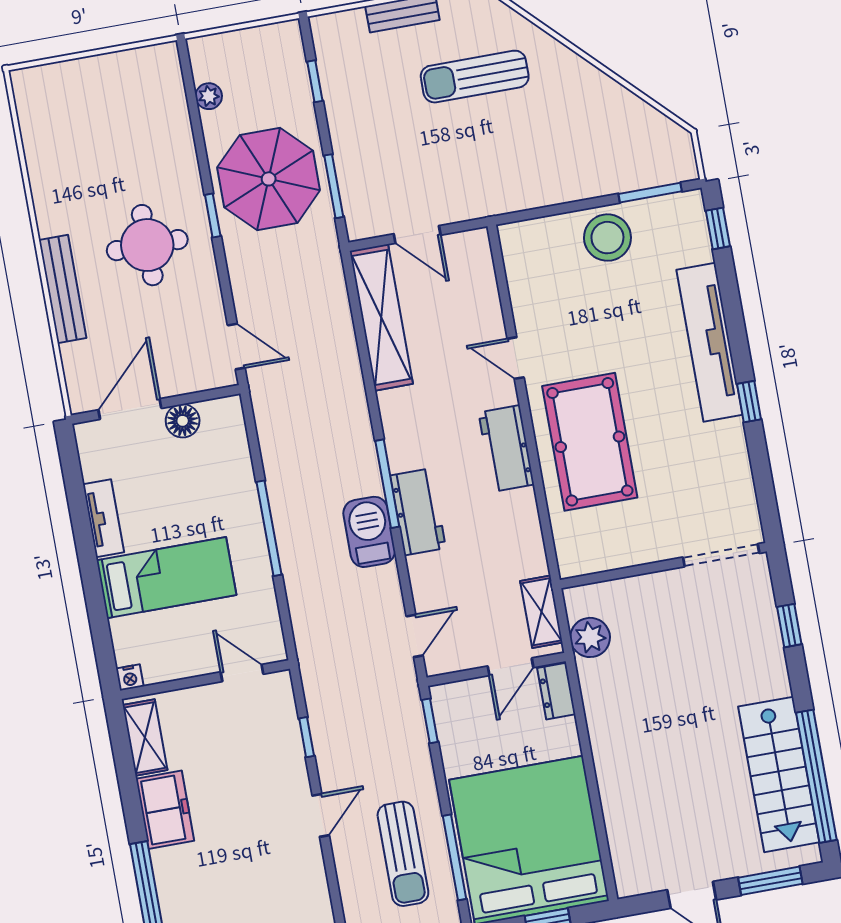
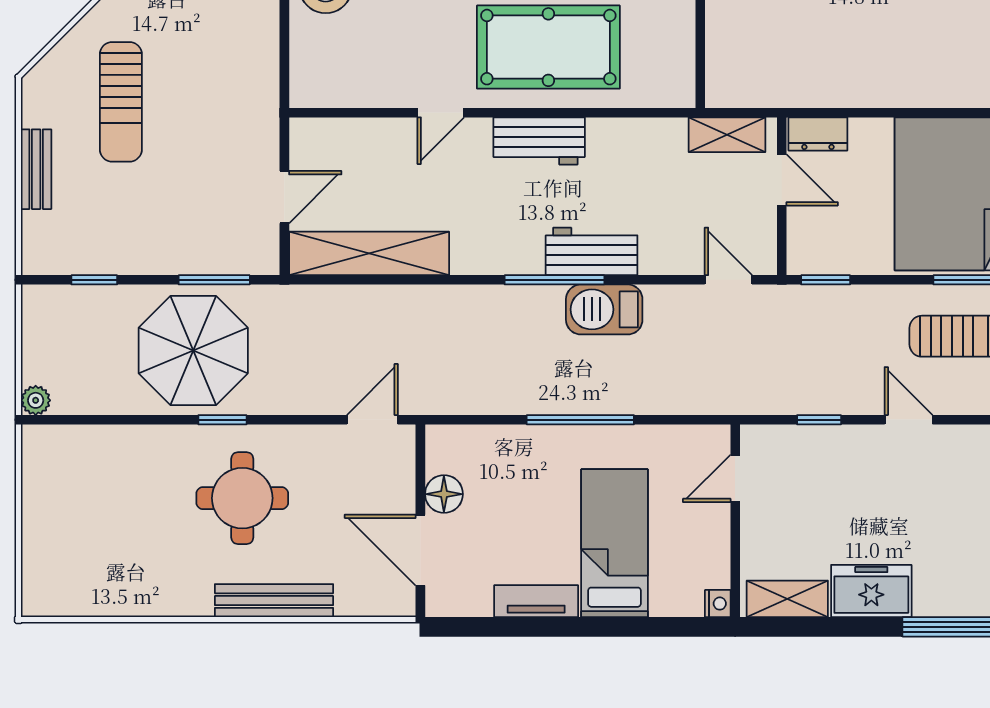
plant: (209, 96) -> (36, 400), moved
plant: (590, 637) -> (765, 86), removed

